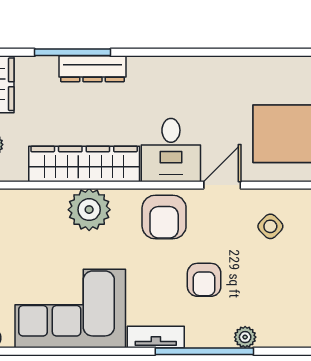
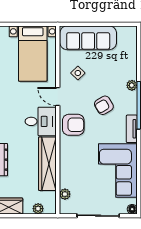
plant: (89, 210) -> (65, 194), moved, width x0.53, depth x0.53
armchair: (204, 280) -> (104, 105), turned 149

